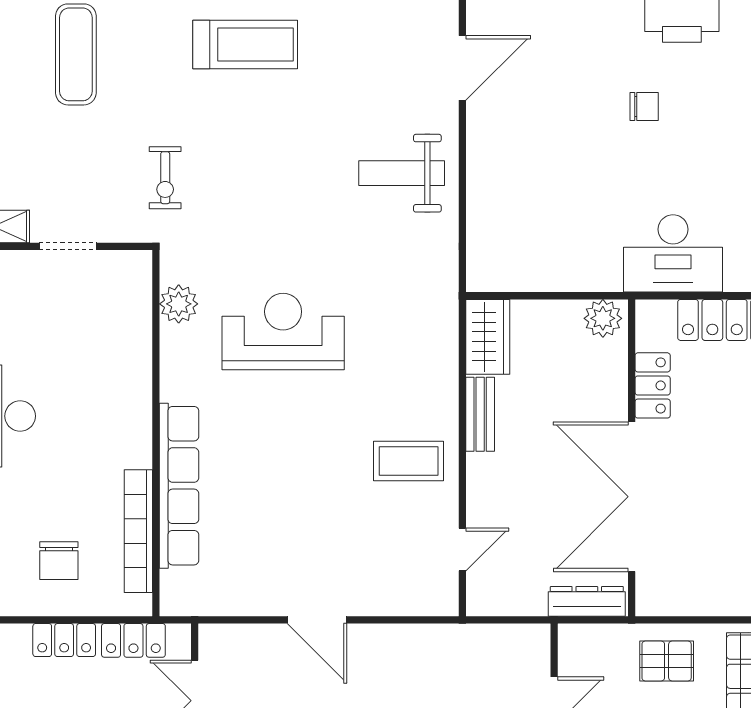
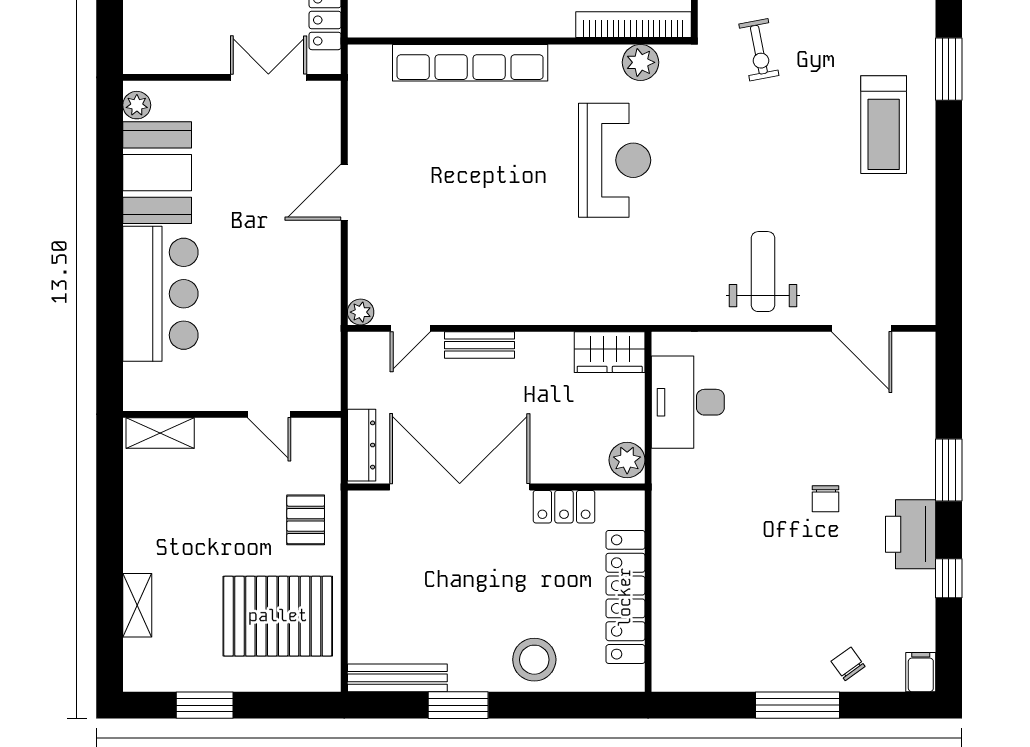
exercise bike: (165, 178) -> (759, 50), turned -101
desk: (673, 253) -> (688, 402), moved
bench: (480, 414) -> (480, 345), moved
coffee table: (409, 461) -> (493, 278), removed
bookcase: (138, 531) -> (633, 25), moved
door: (462, 549) -> (410, 328), hinge flipped
plant: (445, 602) -> (361, 312), added

